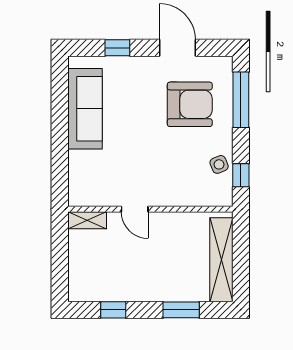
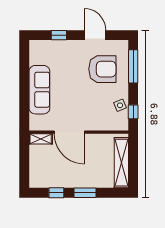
sofa: (85, 109) -> (39, 90), moved
door: (135, 209) -> (69, 132), width x1.87
window: (181, 310) -> (85, 193), moved

